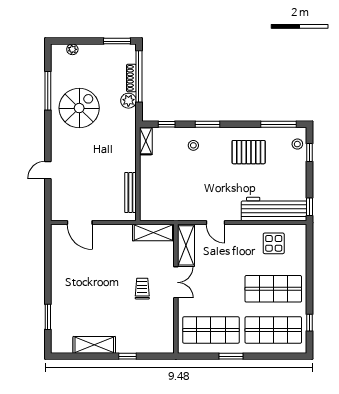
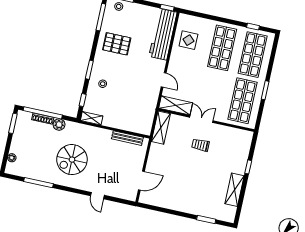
spiral stairs: (79, 108) -> (72, 160), moved, turned -90
pallet: (249, 152) -> (117, 44), turned 90
door: (215, 223) -> (164, 80), hinge flipped

